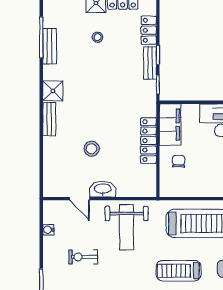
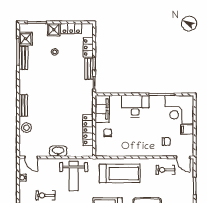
shower: (53, 91) -> (26, 39), moved
locker: (149, 141) -> (88, 130), moved
stool: (92, 149) -> (26, 128), moved
door: (80, 199) -> (31, 157), moved

